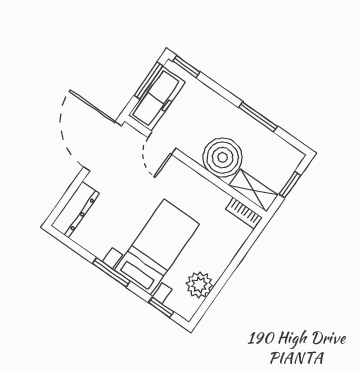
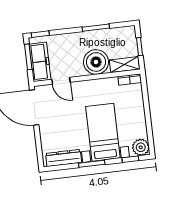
dresser: (75, 210) -> (64, 158), moved, turned -90
plant: (199, 285) -> (141, 147), moved

